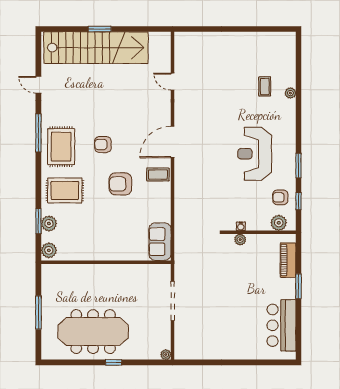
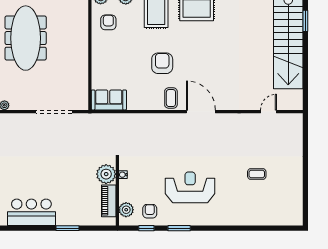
window: (100, 29) -> (305, 21), moved
door: (173, 82) -> (268, 112), moved
coffee table: (265, 86) -> (257, 174), moved
plant: (290, 93) -> (246, 221), removed
armchair: (103, 145) -> (108, 22), moved
plant: (240, 240) -> (106, 174), width x1.87, depth x1.87
piano: (288, 260) -> (109, 201), moved, turned -90

